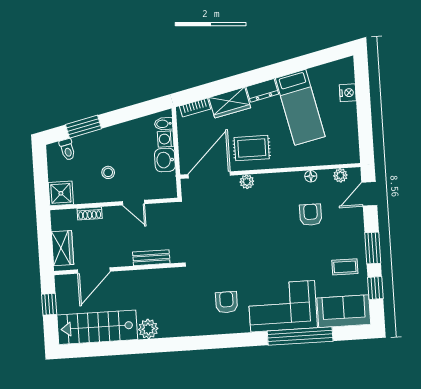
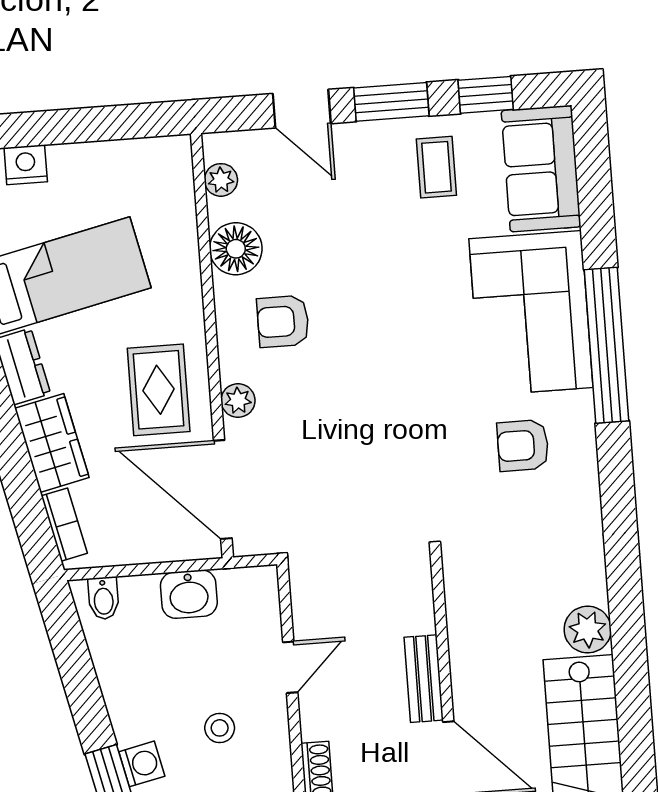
washing machine: (166, 139) -> (142, 764), moved, turned -103
floor lamp: (311, 176) -> (236, 249), width x1.89, depth x1.89
door: (369, 194) -> (302, 109), moved
armchair: (311, 215) -> (283, 321), moved
bench: (151, 258) -> (424, 679), moved
window: (300, 336) -> (606, 345), moved

